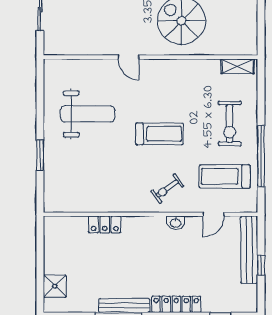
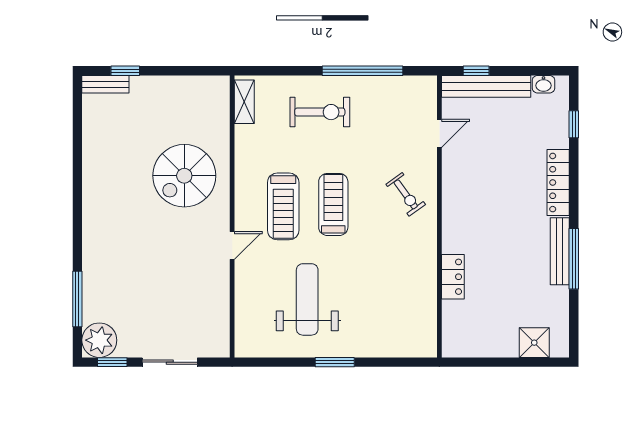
window: (40, 155) -> (335, 362), moved
treadmill: (225, 176) -> (283, 206), moved
door: (214, 214) -> (439, 133), hinge flipped
washbasin: (175, 223) -> (544, 84), moved, turned 90
window: (261, 265) -> (476, 71), moved

